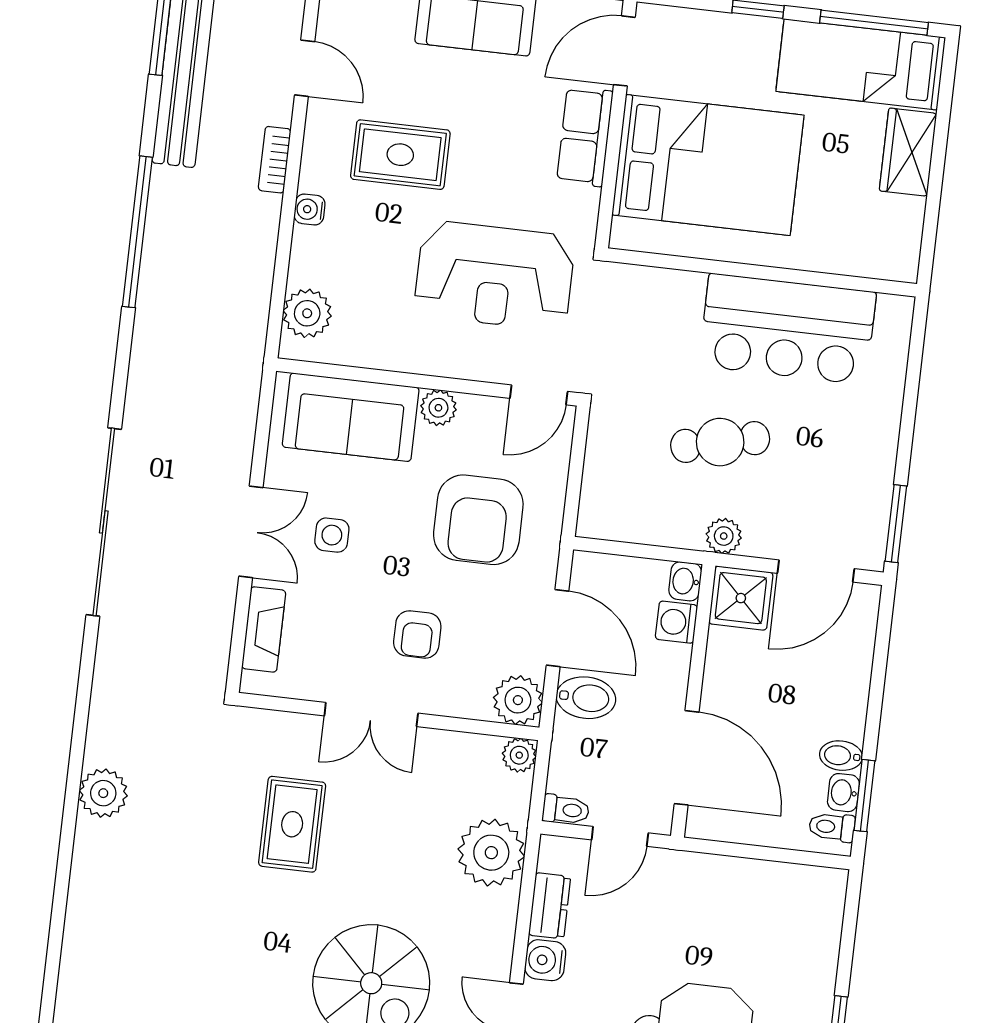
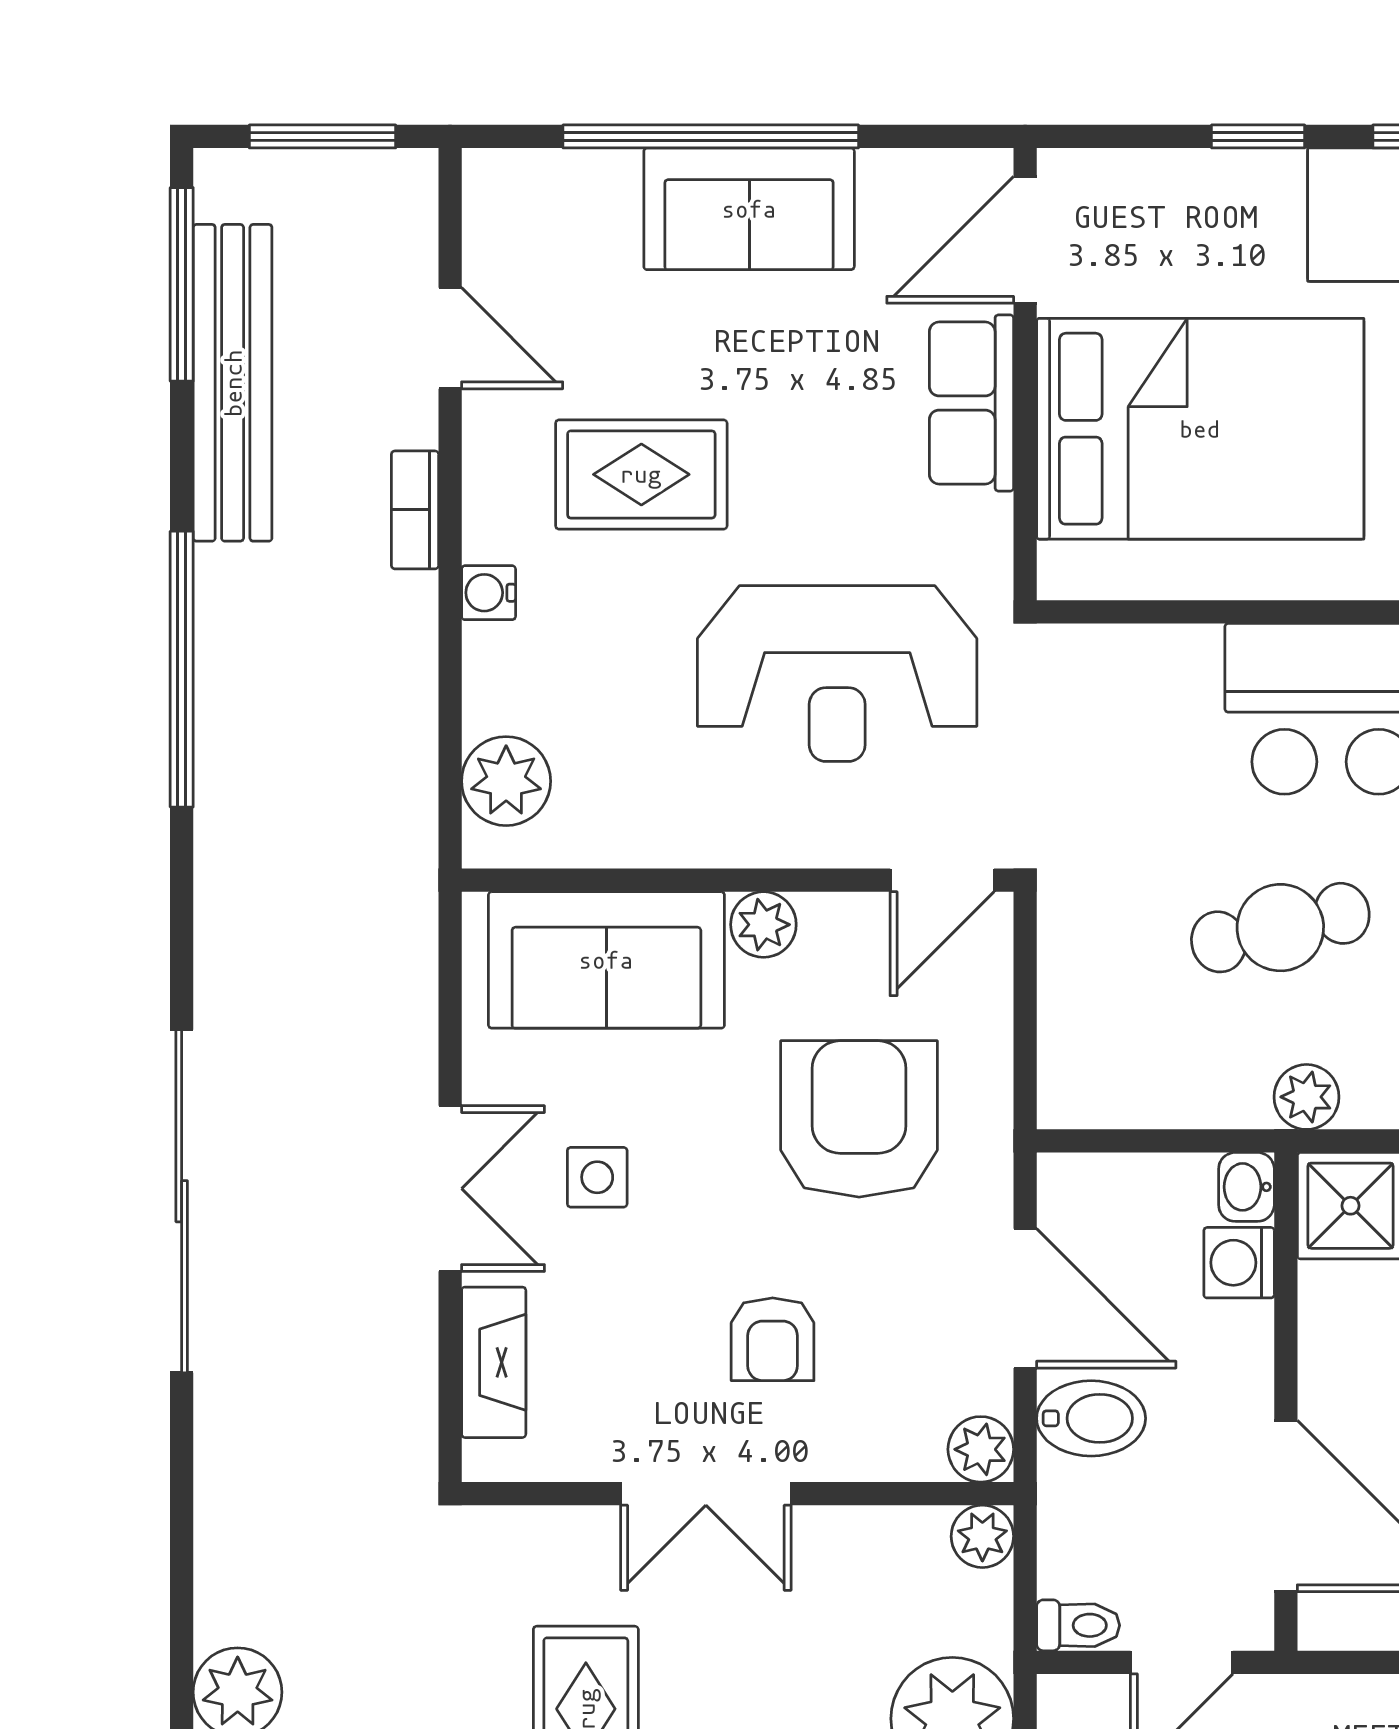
armchair: (478, 520) -> (859, 1119), turned 180
plant: (518, 700) -> (981, 1449), width x0.73, depth x0.73

